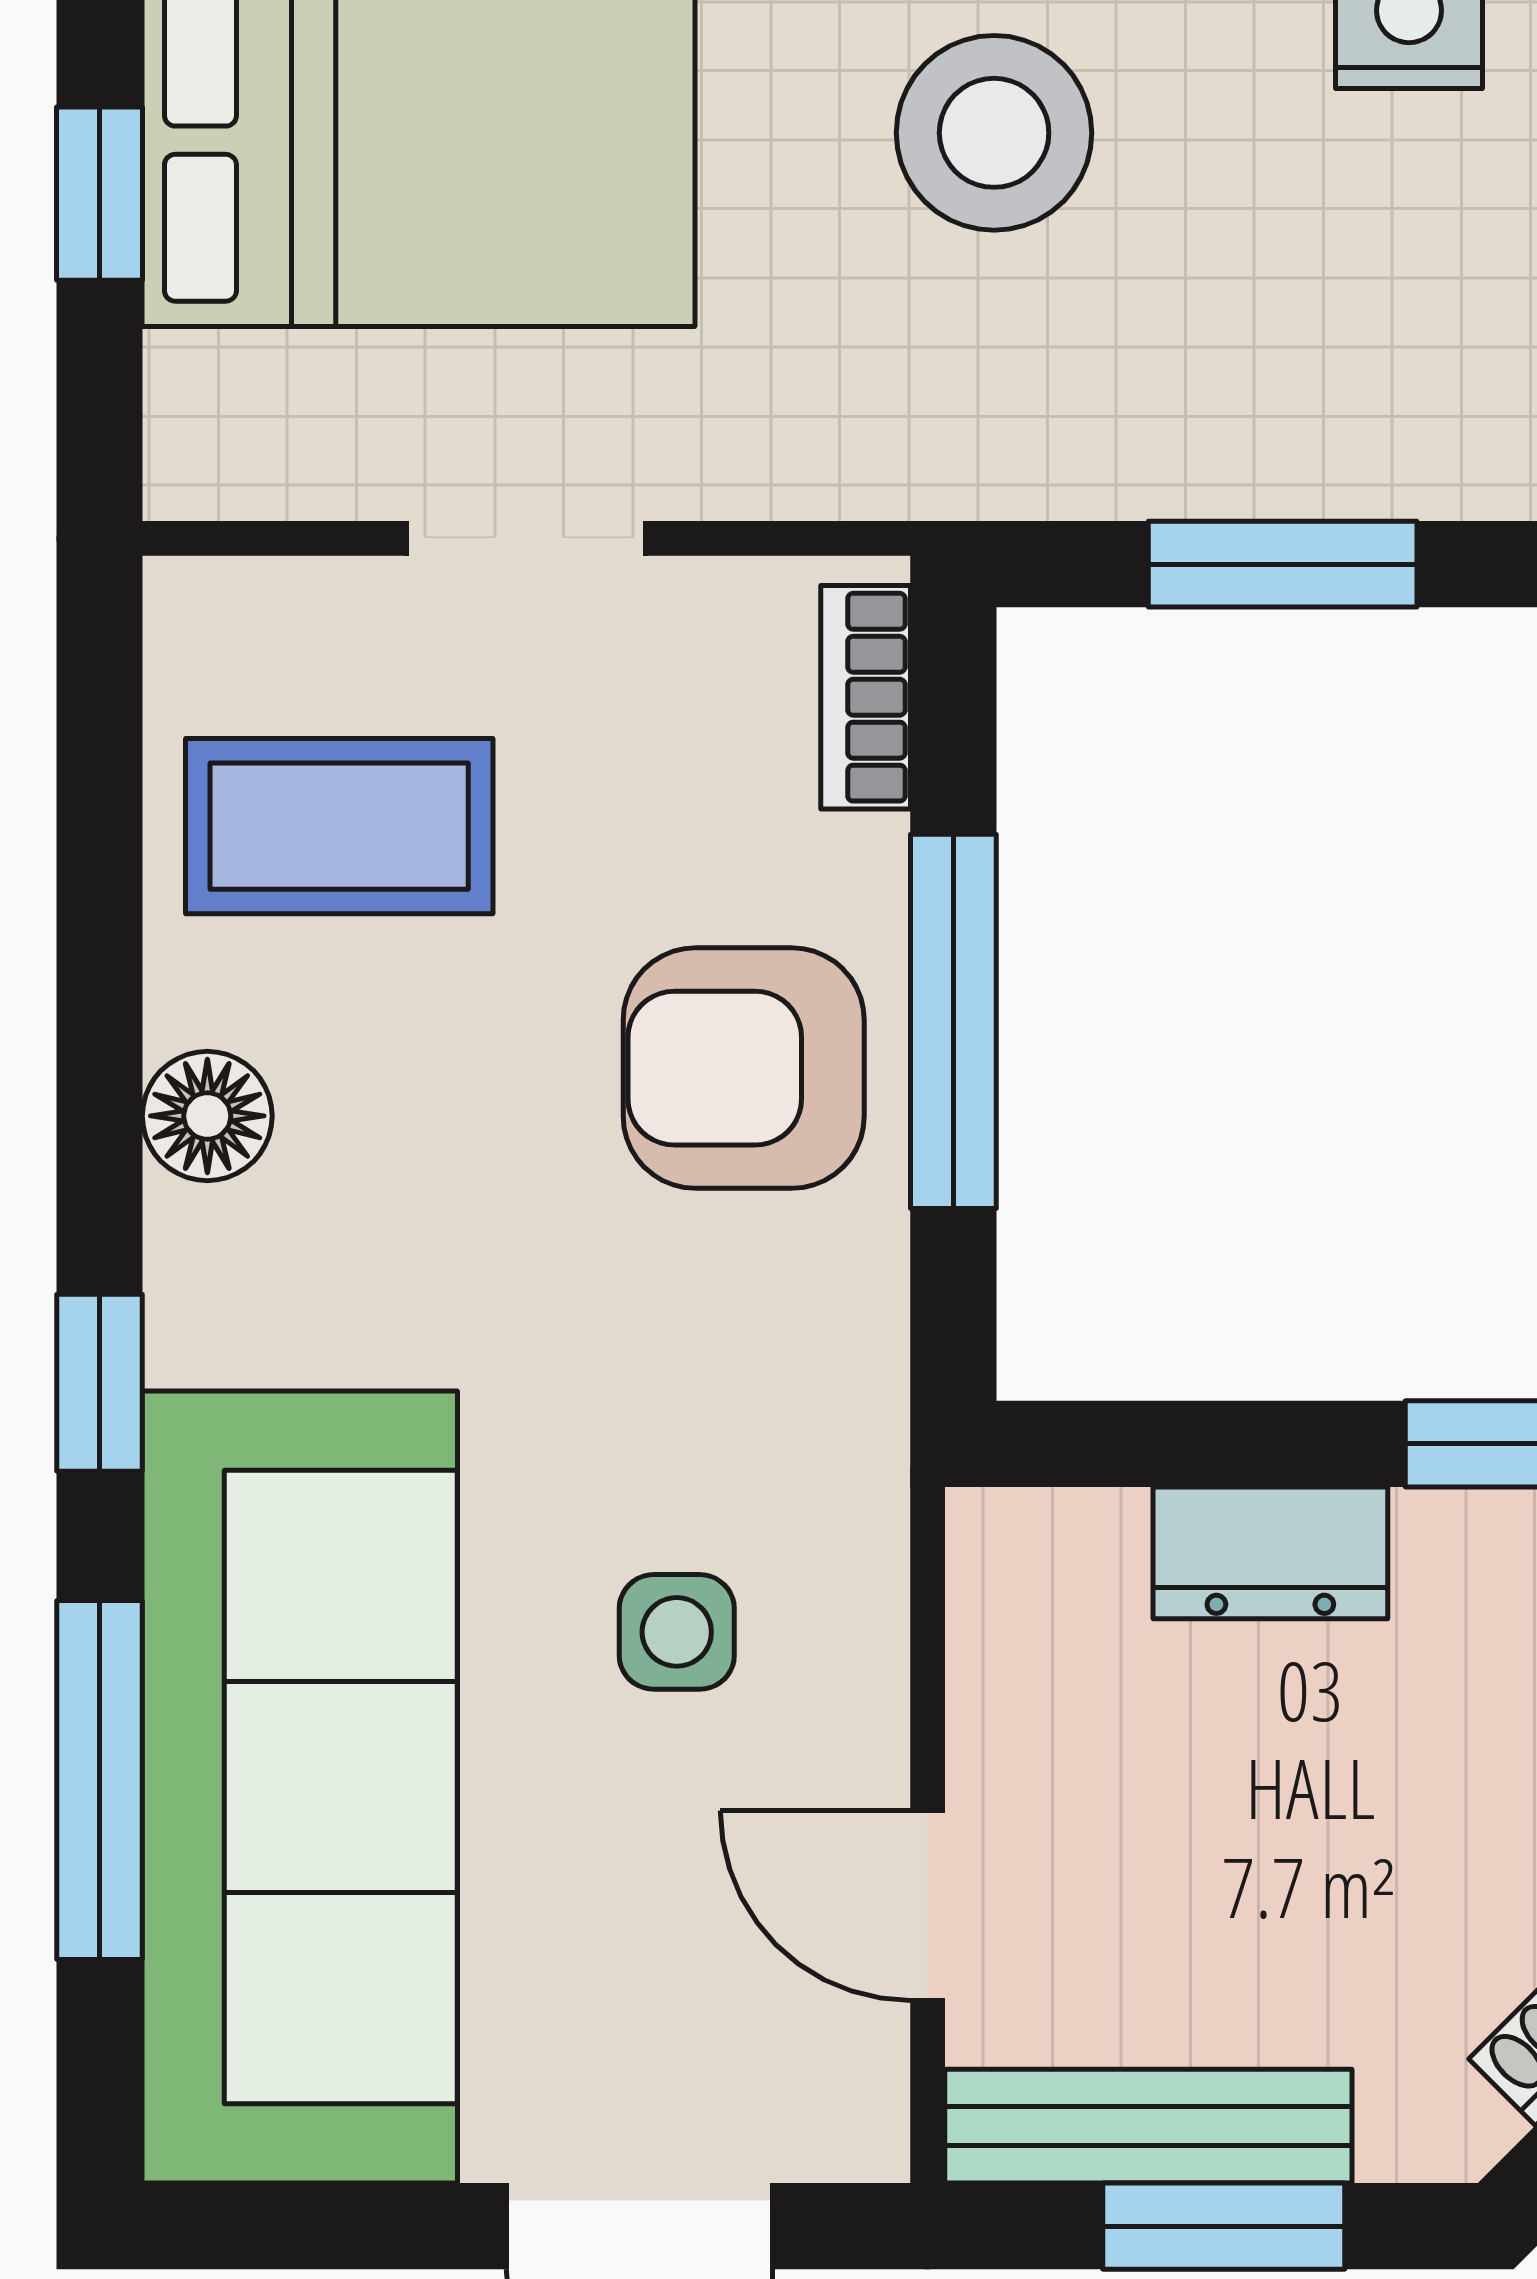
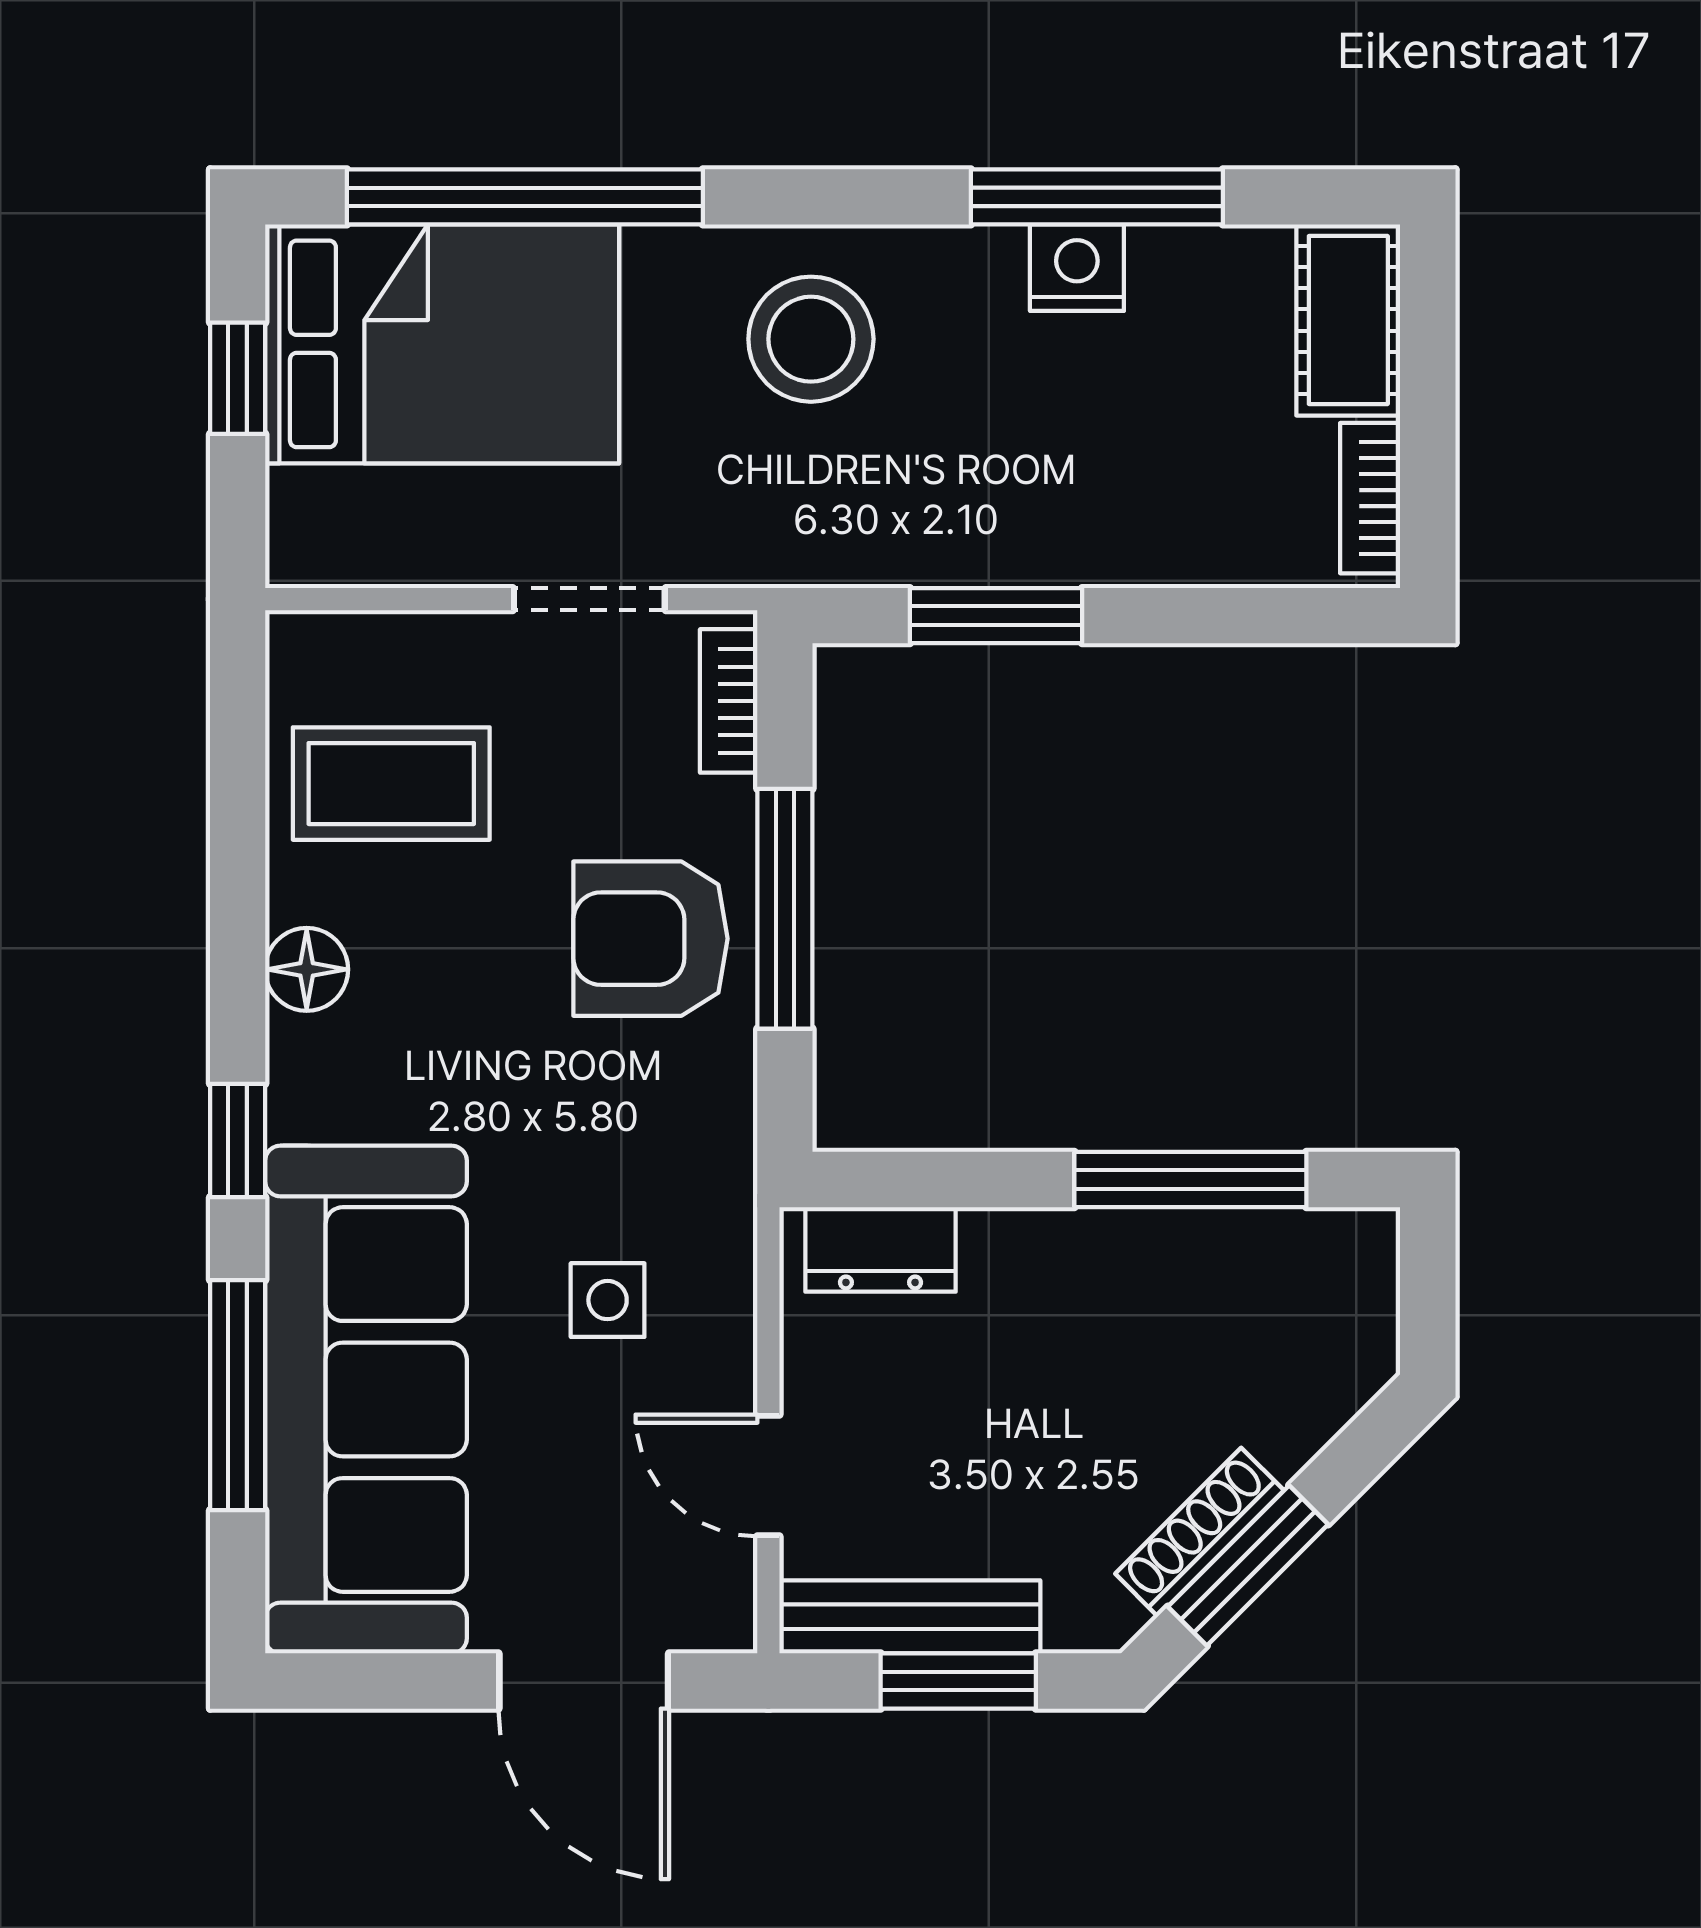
doorway: (526, 538) -> (589, 599), moved
dresser: (1270, 1553) -> (880, 1249), moved

